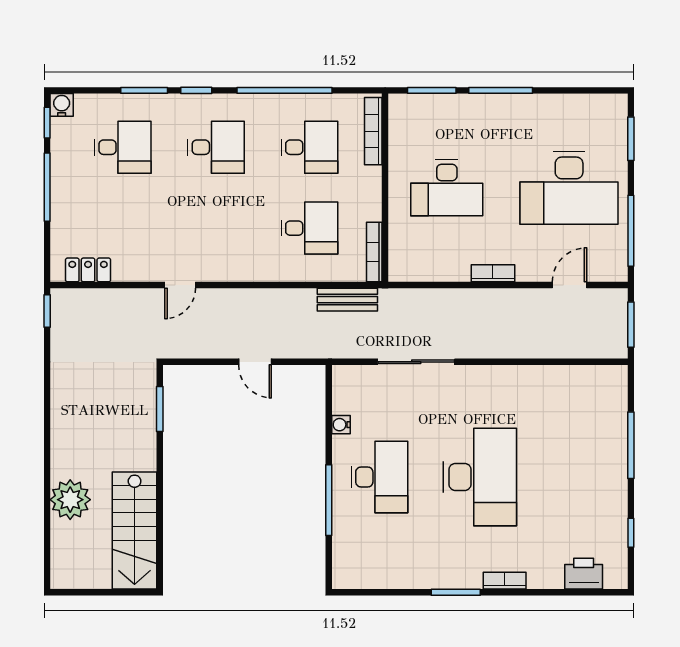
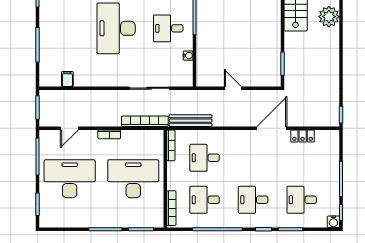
desk: (447, 188) -> (133, 179), width x1.36, depth x1.30
locker: (88, 270) -> (303, 136), moved
door: (180, 285) -> (272, 128), width x1.87
bookcase: (424, 298) -> (145, 121), added
bench: (347, 300) -> (191, 121), width x1.36
filing cabinet: (573, 380) -> (67, 79), added
desk: (380, 477) -> (168, 28), width x0.73

